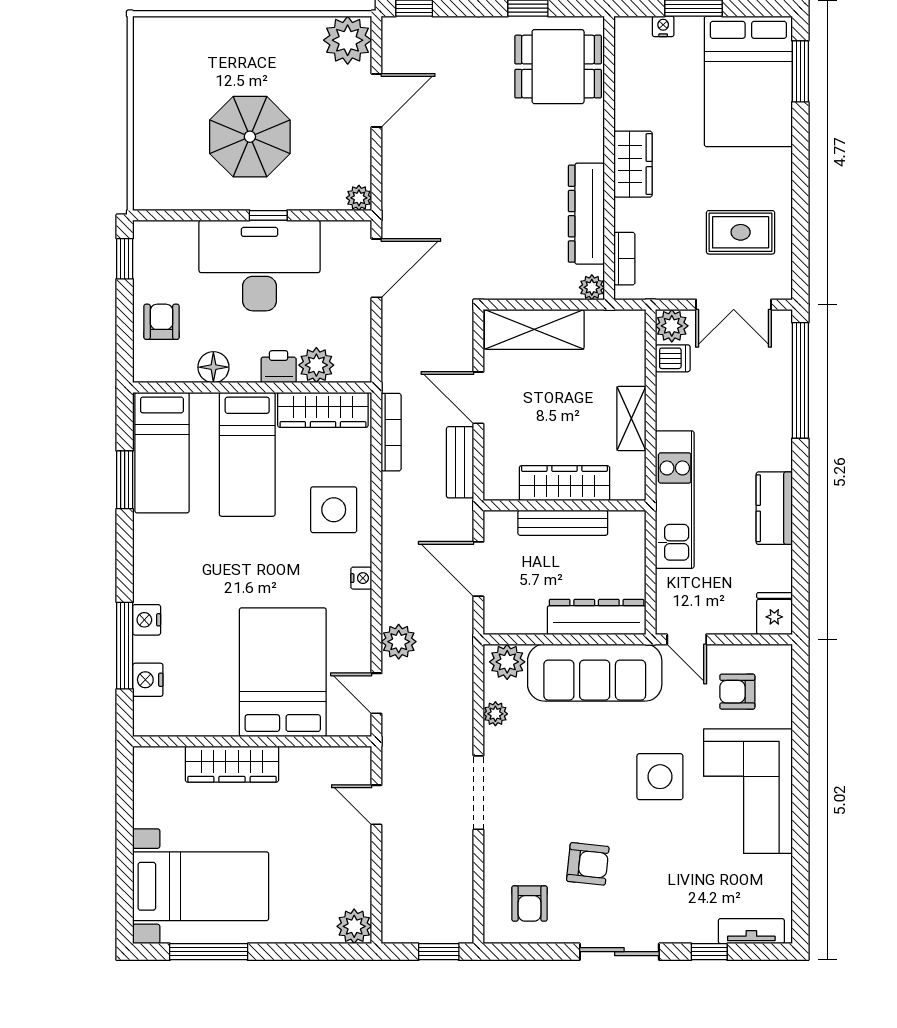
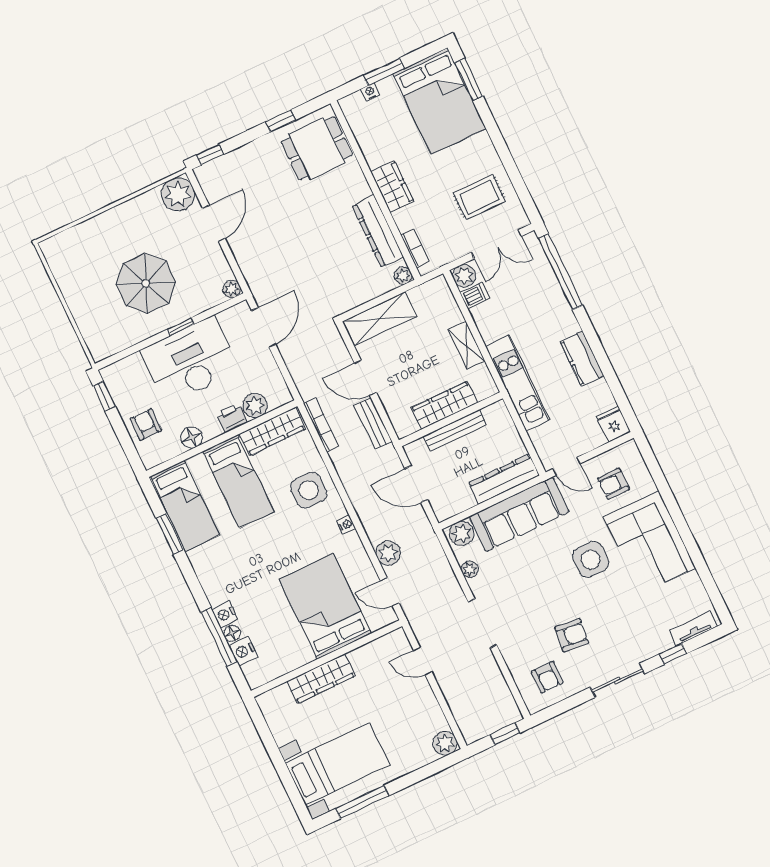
floor lamp: (144, 649) -> (232, 633), added

